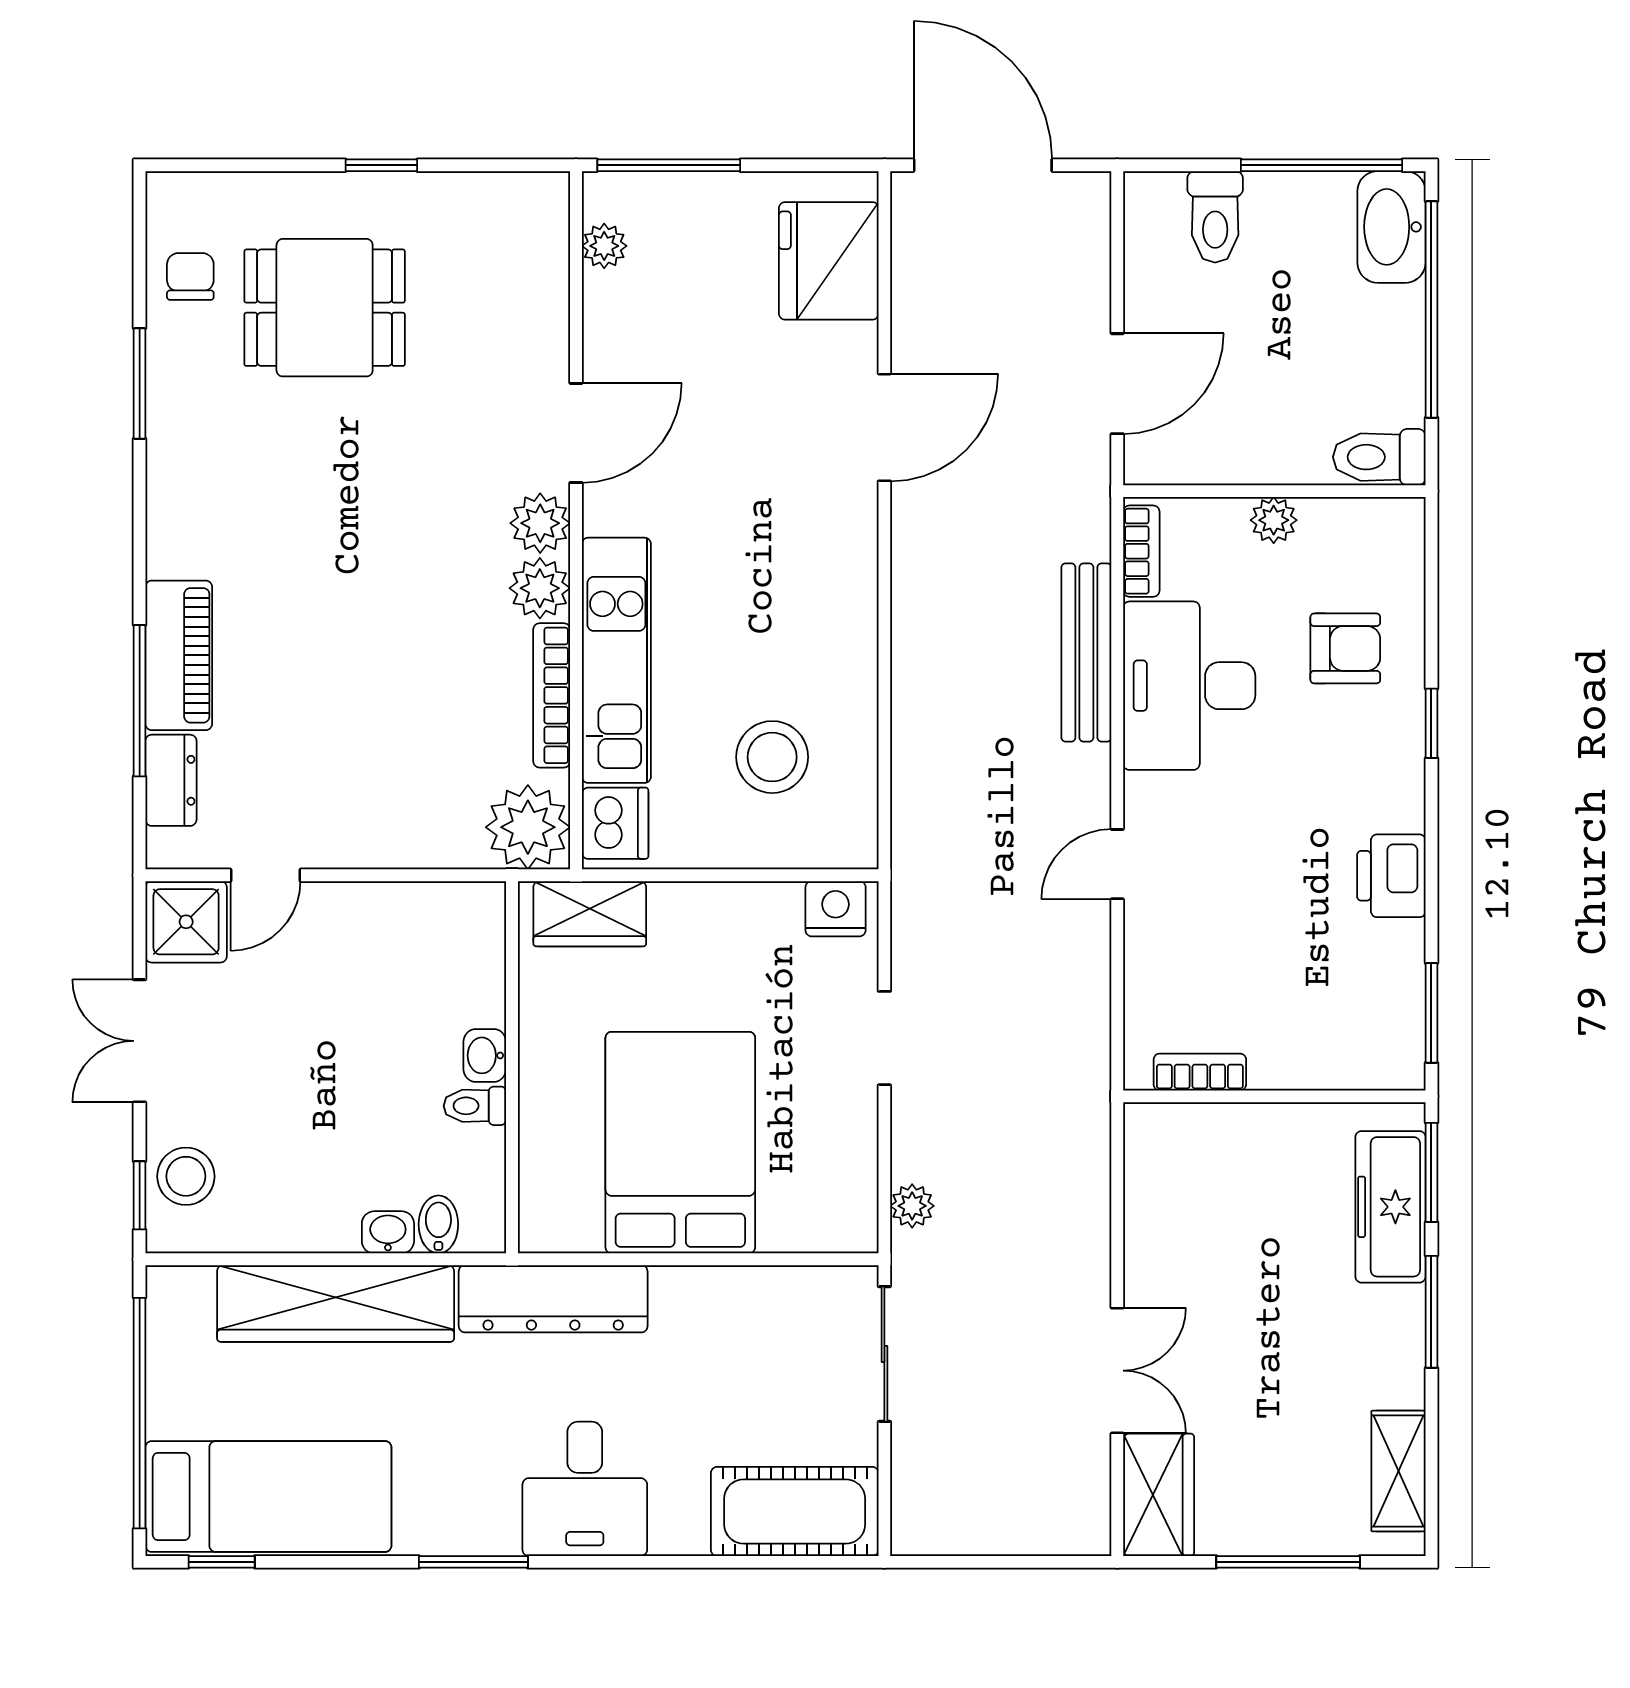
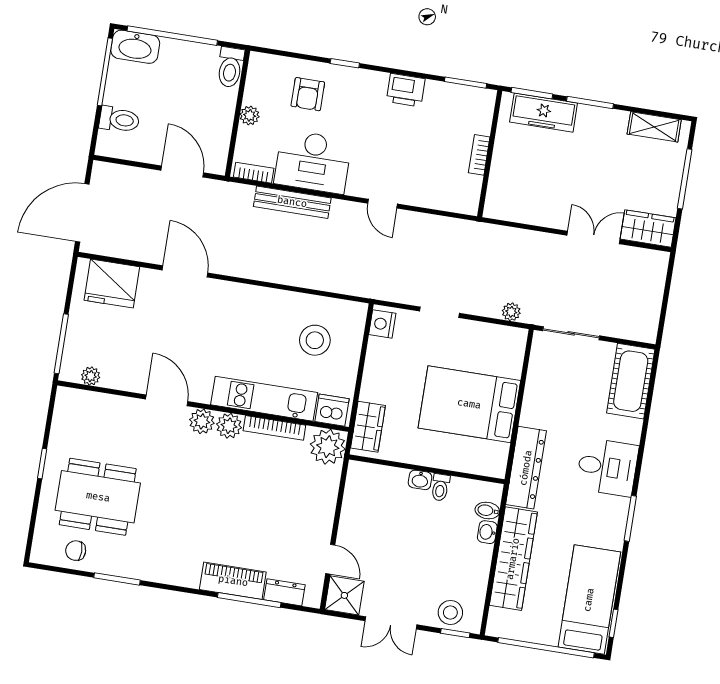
dining table: (325, 308) -> (98, 497), width x1.38
armchair: (1345, 648) -> (308, 94), turned 180
bookcase: (1200, 1072) -> (479, 155), moved

